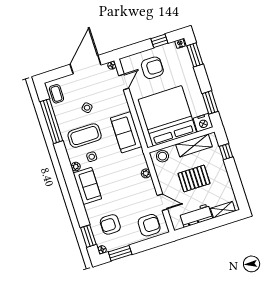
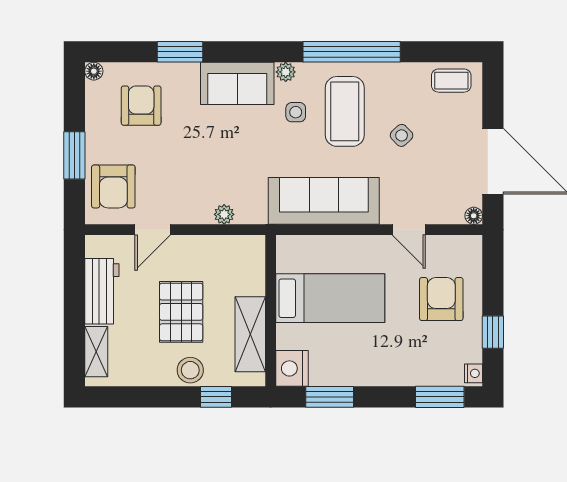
armchair: (152, 68) -> (441, 299), turned 180
door: (124, 82) -> (409, 230), moved
bed: (167, 116) -> (330, 298), width x0.49
window: (51, 121) -> (352, 52), moved
sofa: (126, 132) -> (324, 201), width x1.36
stool: (162, 156) -> (190, 370), moved
window: (88, 236) -> (180, 52), moved
window: (120, 253) -> (74, 155), moved

